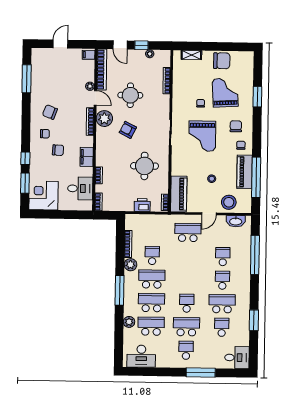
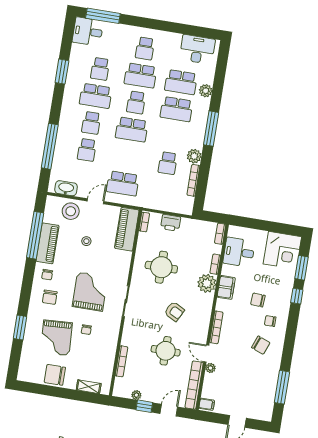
door: (120, 45) -> (169, 410), hinge flipped
plant: (104, 119) -> (207, 283), moved
school desk: (152, 279) -> (132, 129), moved
window: (201, 373) -> (103, 16), moved

